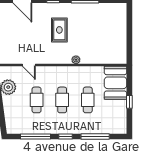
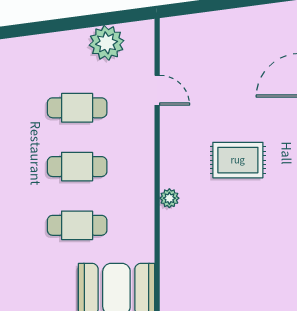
door: (29, 65) -> (157, 90), swing flipped

